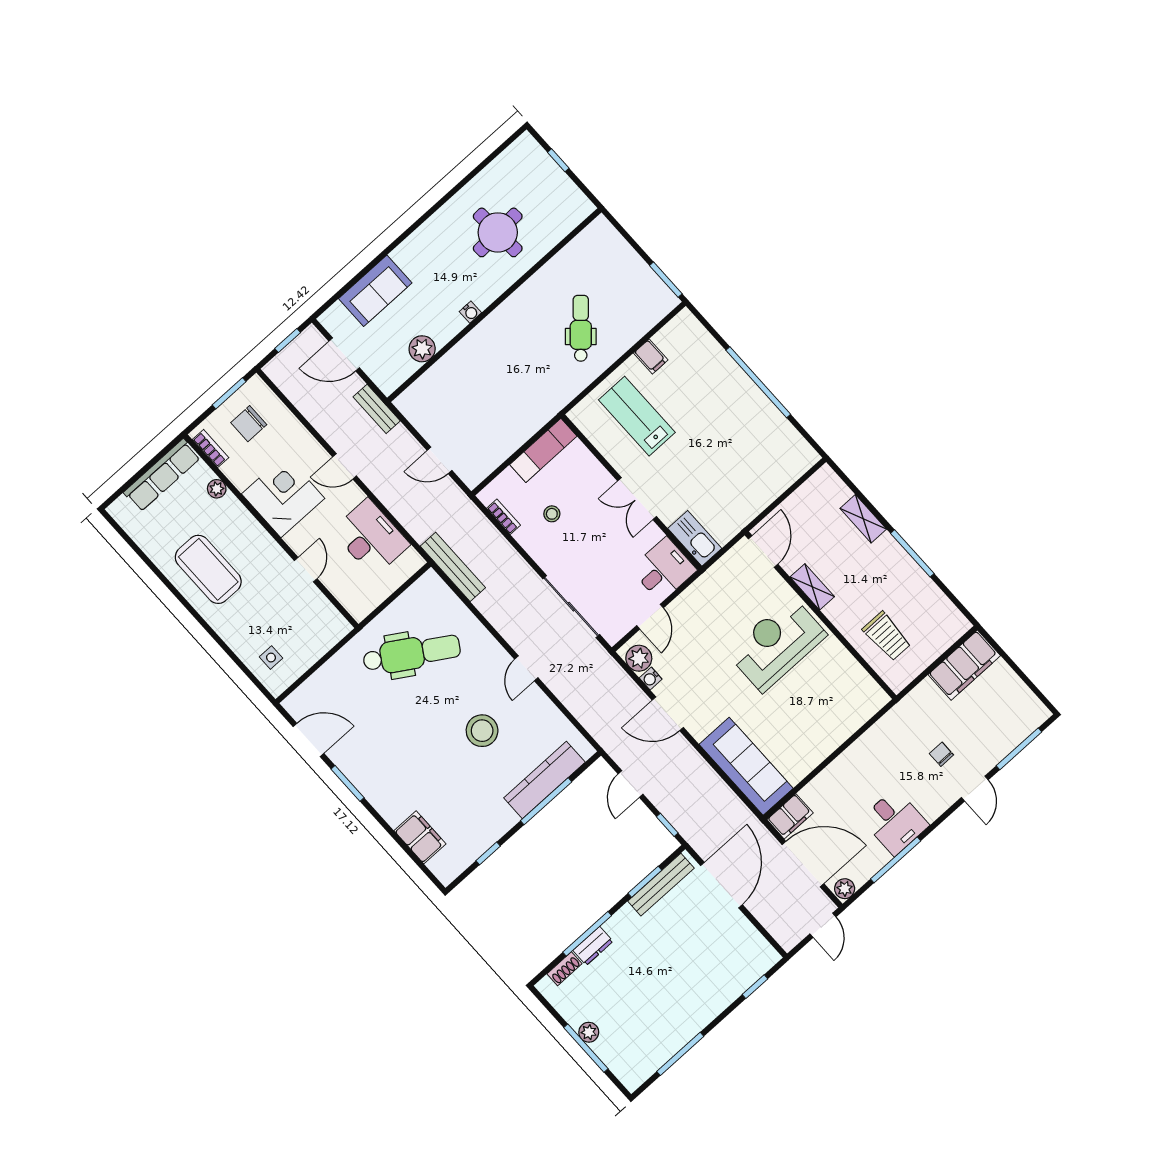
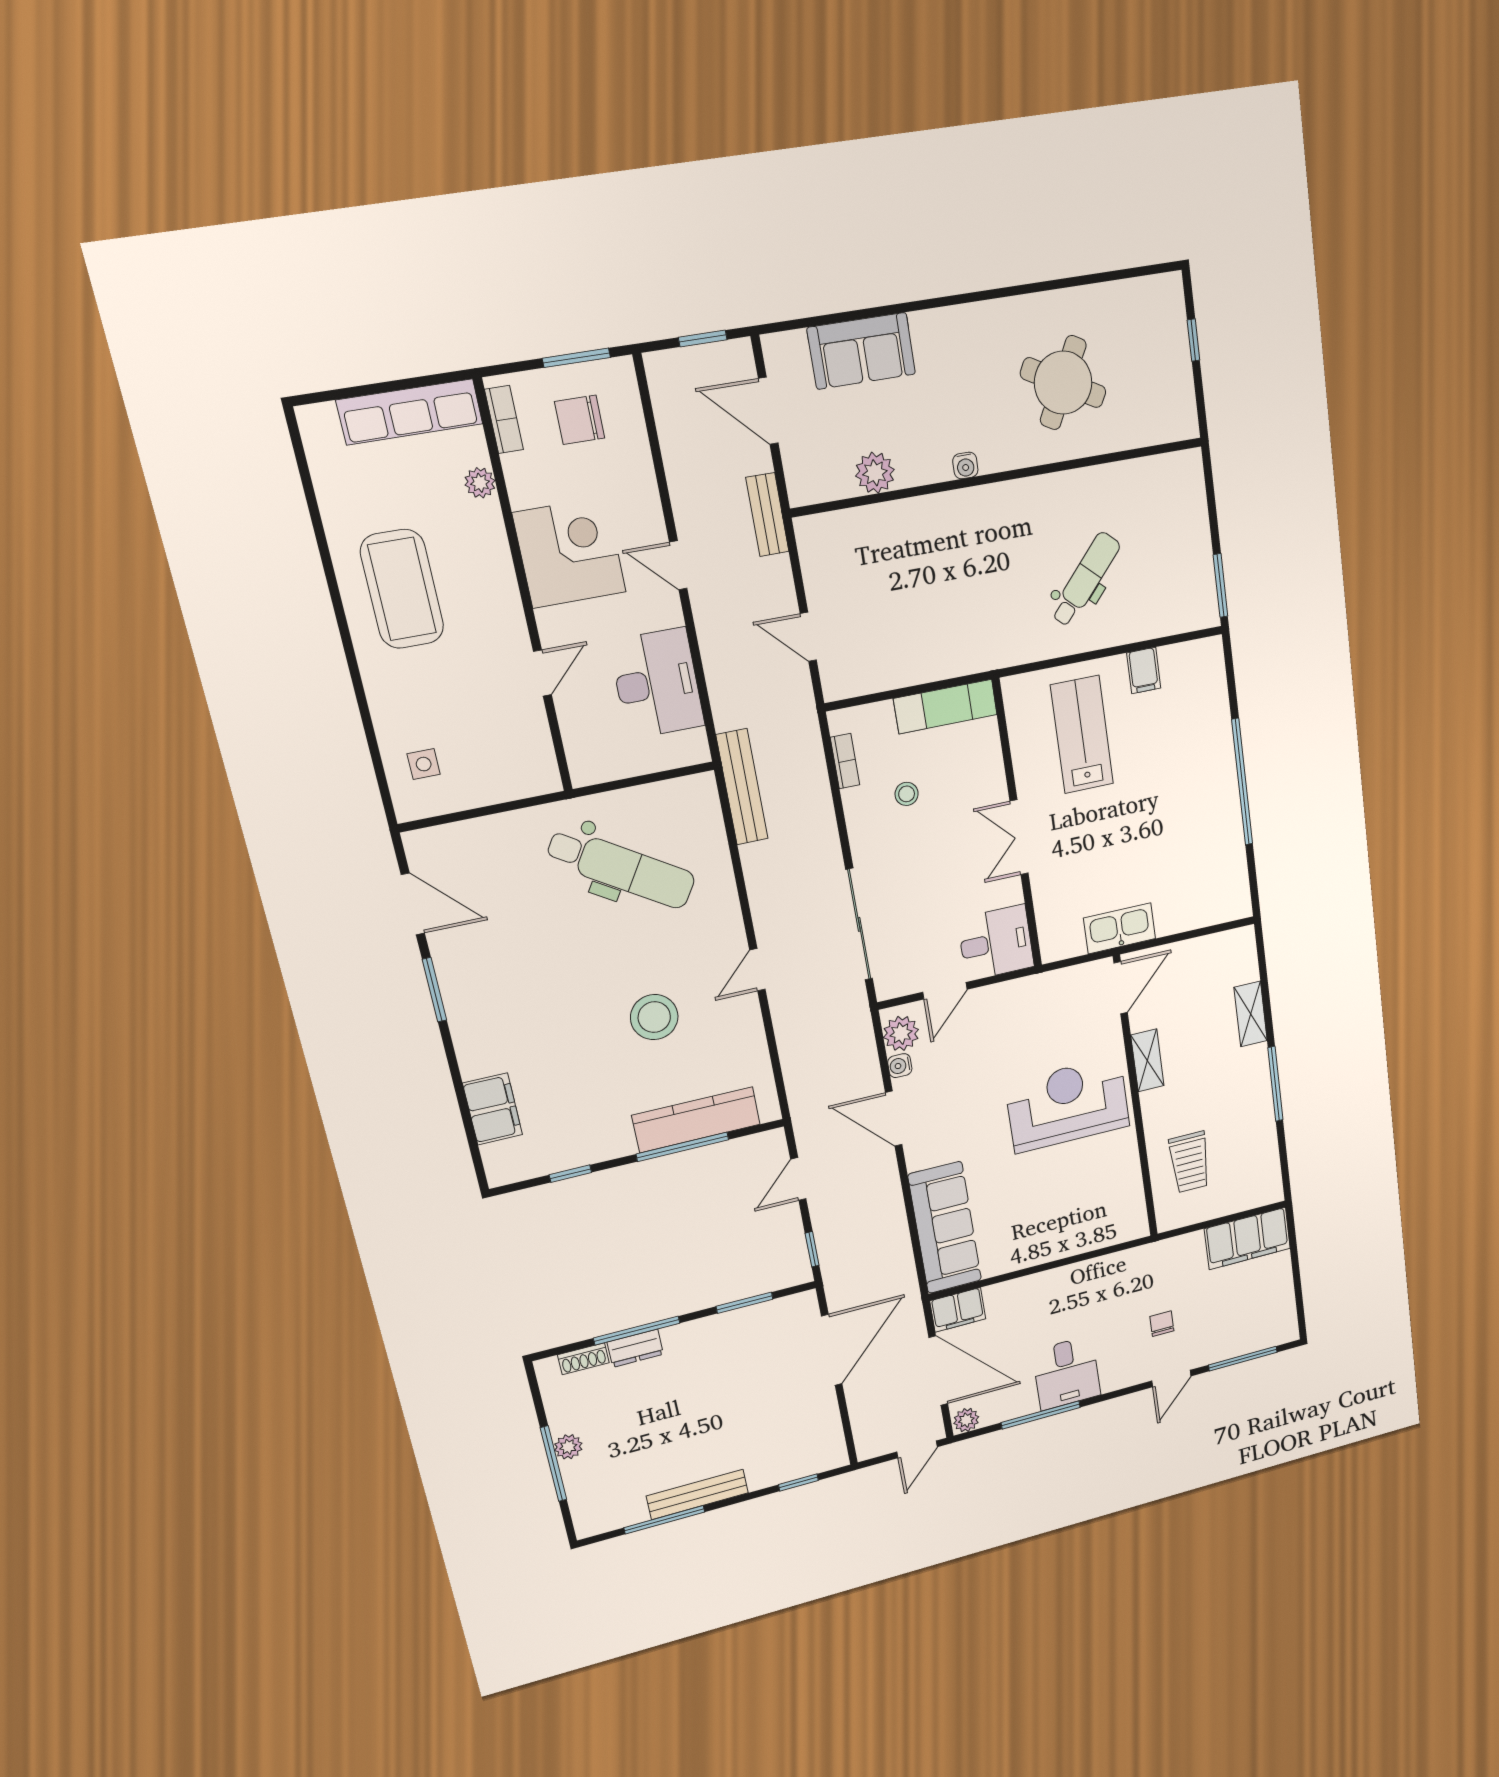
round table: (498, 232) -> (1063, 383), turned 31
kitchen sink: (695, 538) -> (1120, 928), moved, turned -90
bench: (661, 885) -> (697, 1494), moved

